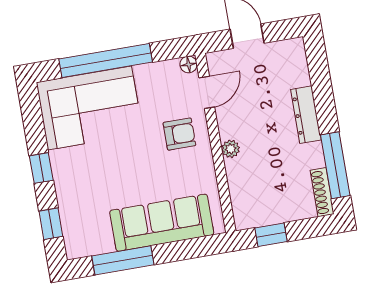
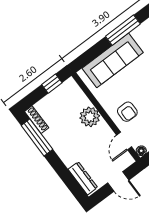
dresser: (306, 115) -> (83, 178), moved
armchair: (179, 134) -> (127, 112), turned -90
plant: (231, 149) -> (90, 117), width x1.87, depth x1.87

